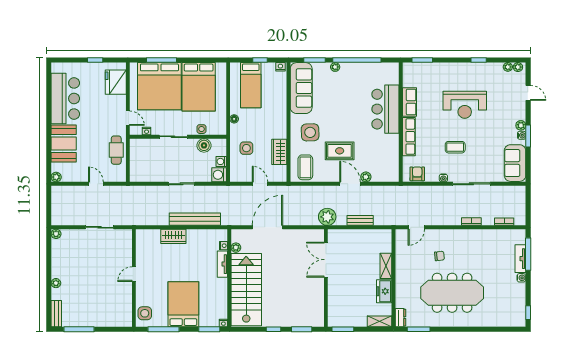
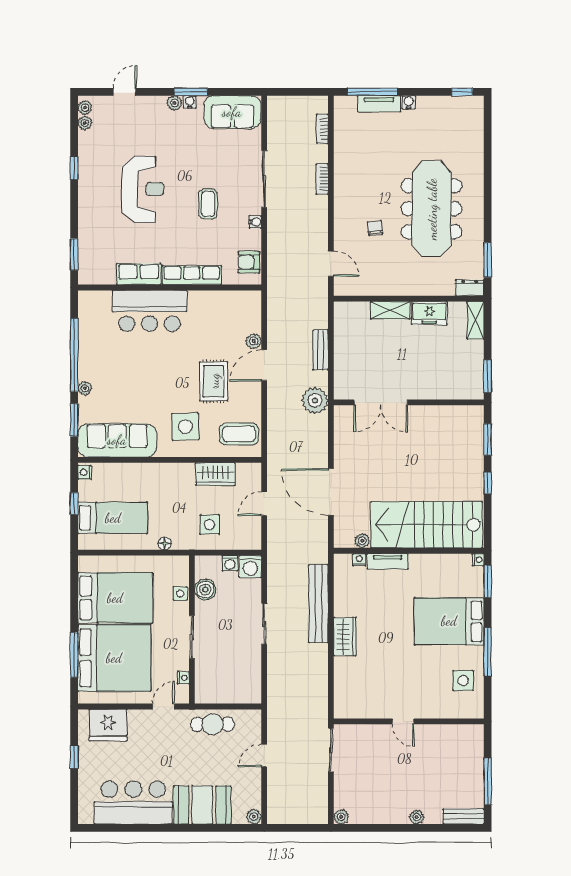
door: (134, 274) -> (403, 721), moved
wall: (134, 278) -> (409, 721), moved

